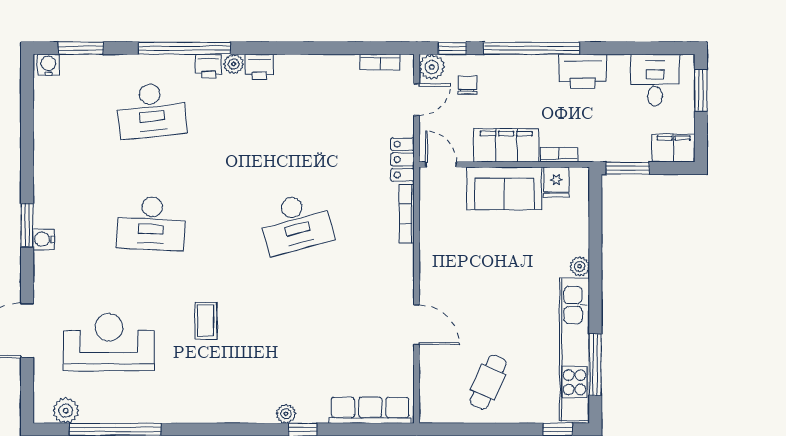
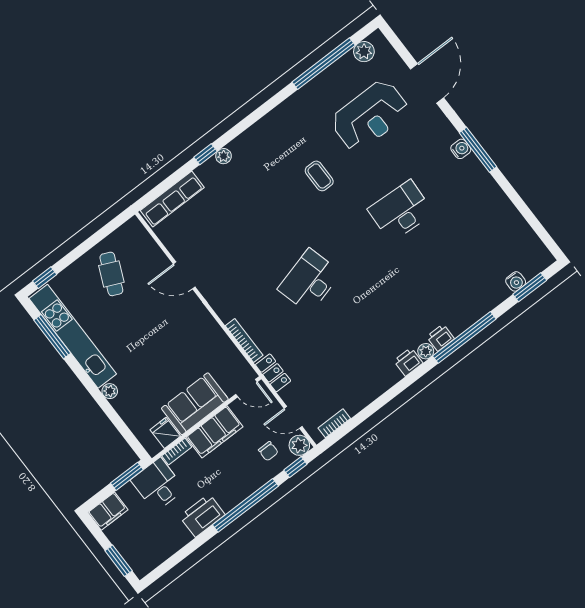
water cooler: (48, 65) -> (516, 281), moved
desk: (655, 80) -> (158, 485), moved, turned 180
door: (417, 100) -> (293, 417), hinge flipped
desk: (151, 111) -> (455, 282), removed
window: (27, 225) -> (478, 150), width x1.44

